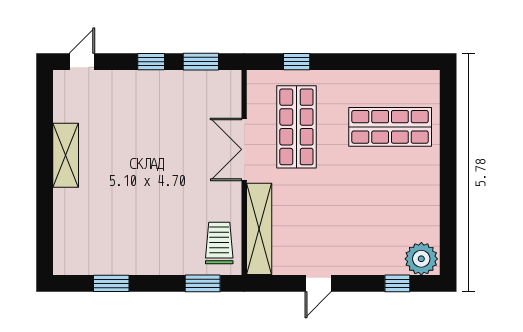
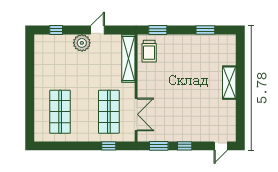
shop shelf: (390, 127) -> (60, 112), turned 90
double door: (244, 149) -> (136, 114), moved
shelving: (66, 155) -> (229, 83), moved
plant: (421, 259) -> (82, 43), moved

